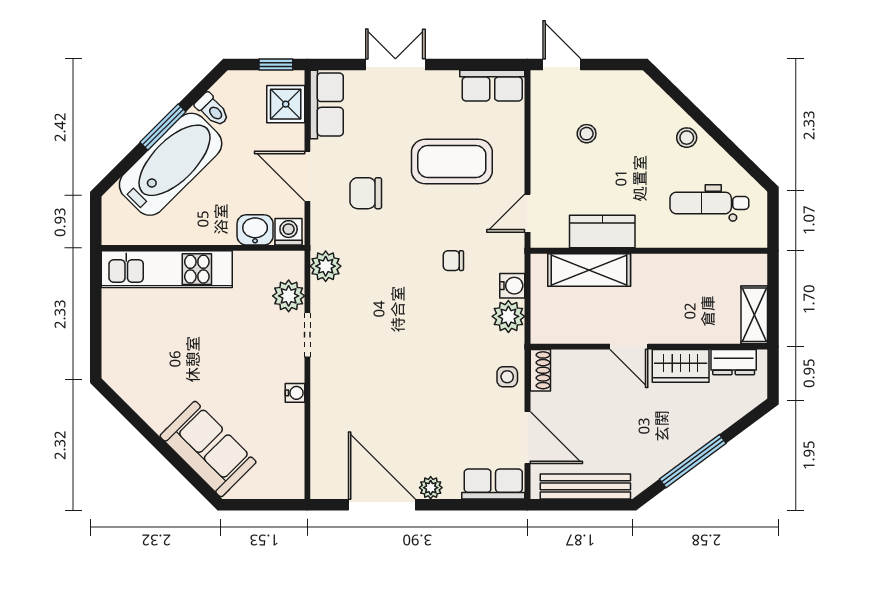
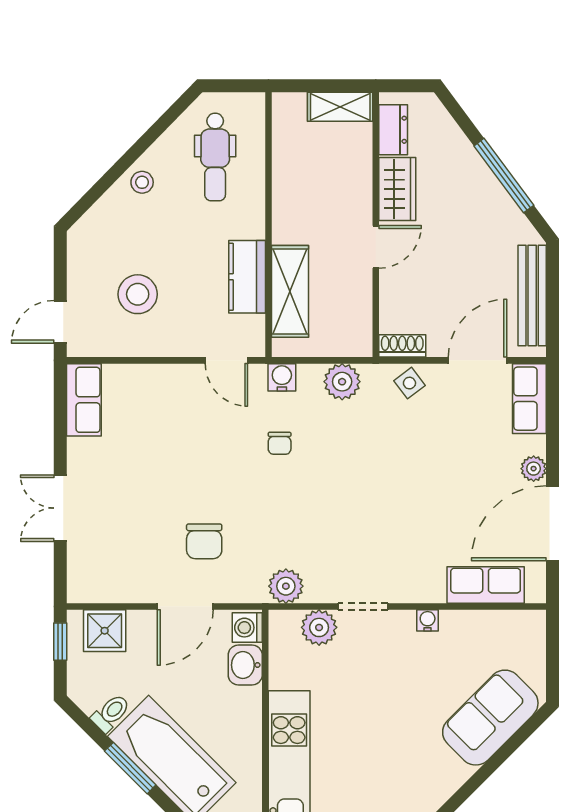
row of seats: (327, 104) -> (486, 585), moved
stool: (587, 134) -> (138, 294), width x1.89, depth x1.89
coffee table: (452, 161) -> (169, 445), removed
water cooler: (512, 286) -> (282, 377), moved
side table: (507, 377) -> (409, 383), turned -37

